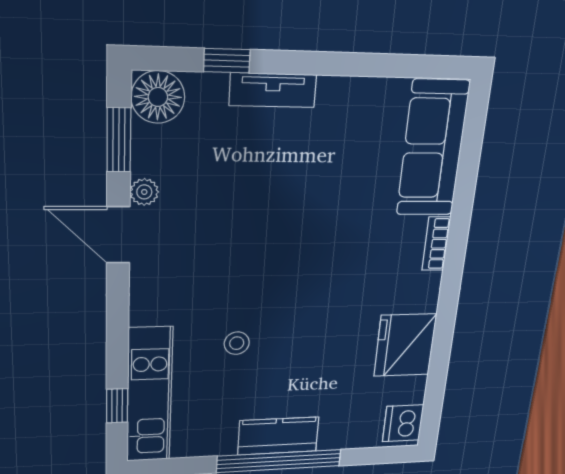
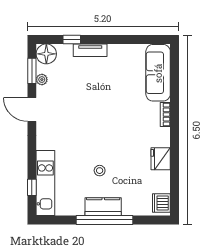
plant: (144, 192) -> (42, 80), moved
stool: (237, 343) -> (100, 171), moved
fridge: (405, 345) -> (161, 159), width x0.73, depth x0.75

